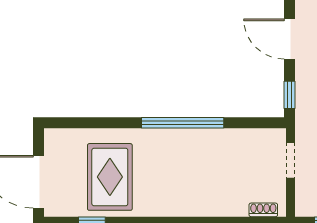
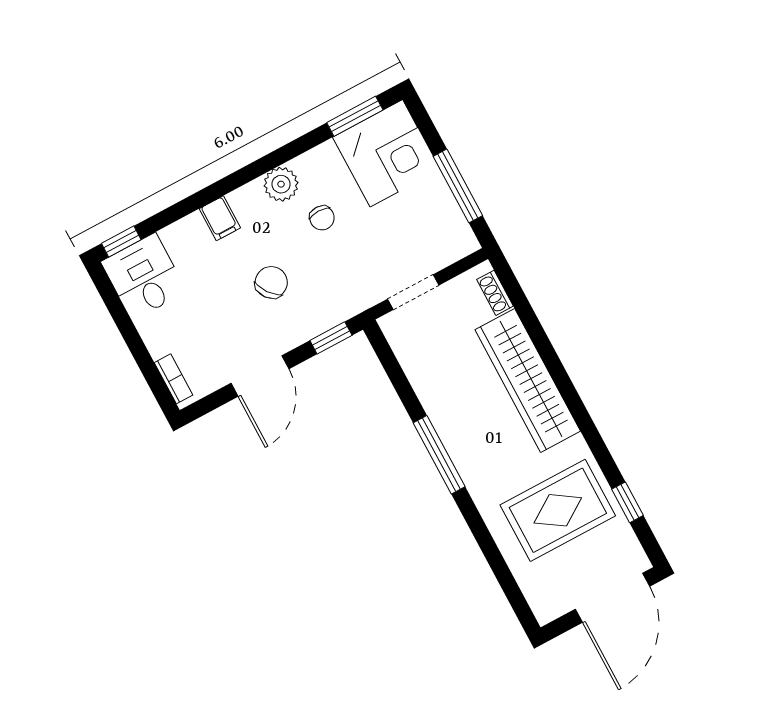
window: (183, 123) -> (439, 455), width x0.68
wardrobe: (199, 201) -> (528, 380), added

